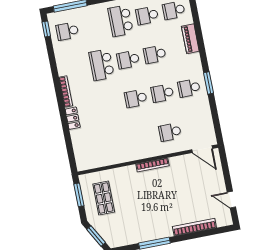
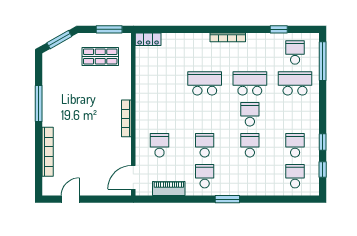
school desk: (121, 21) -> (295, 83), moved
window: (46, 29) -> (279, 29), moved
piano: (190, 39) -> (169, 189), moved
window: (209, 83) -> (227, 199), moved
school desk: (136, 98) -> (205, 83), moved, width x1.85
locker: (73, 118) -> (148, 39), moved

